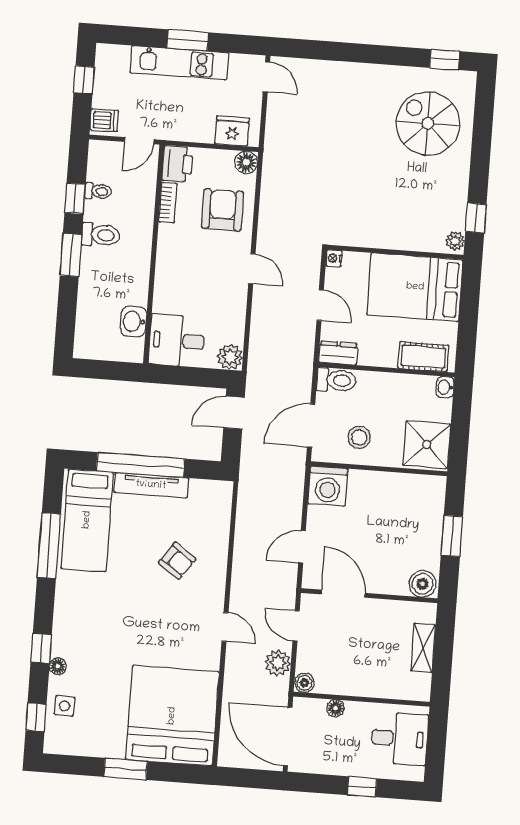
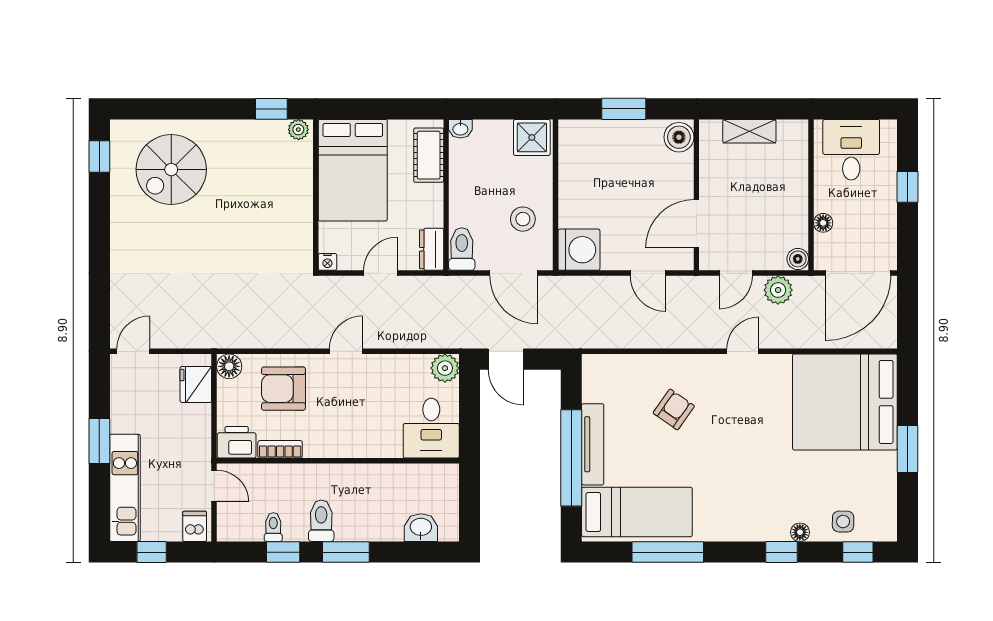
kitchen unit: (179, 63) -> (125, 488), moved
washbasin: (134, 321) -> (421, 528), moved, turned 180
shower: (427, 445) -> (532, 137), width x0.73, depth x0.73

